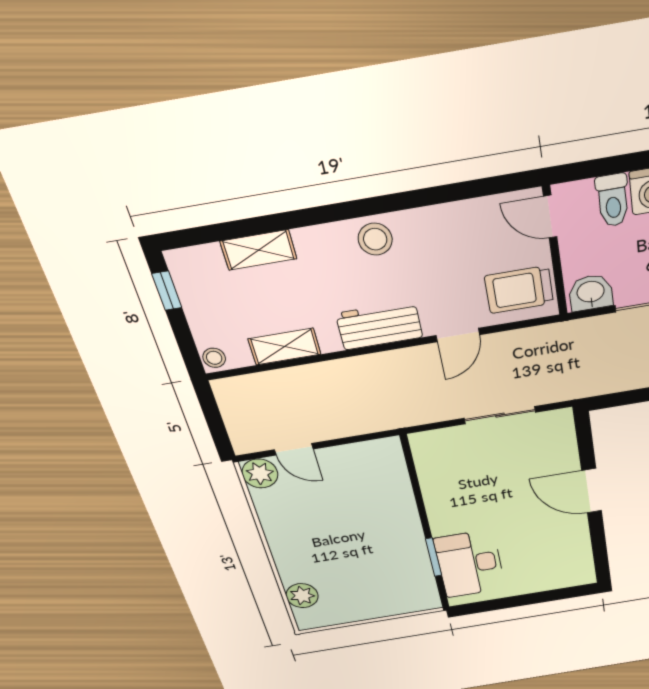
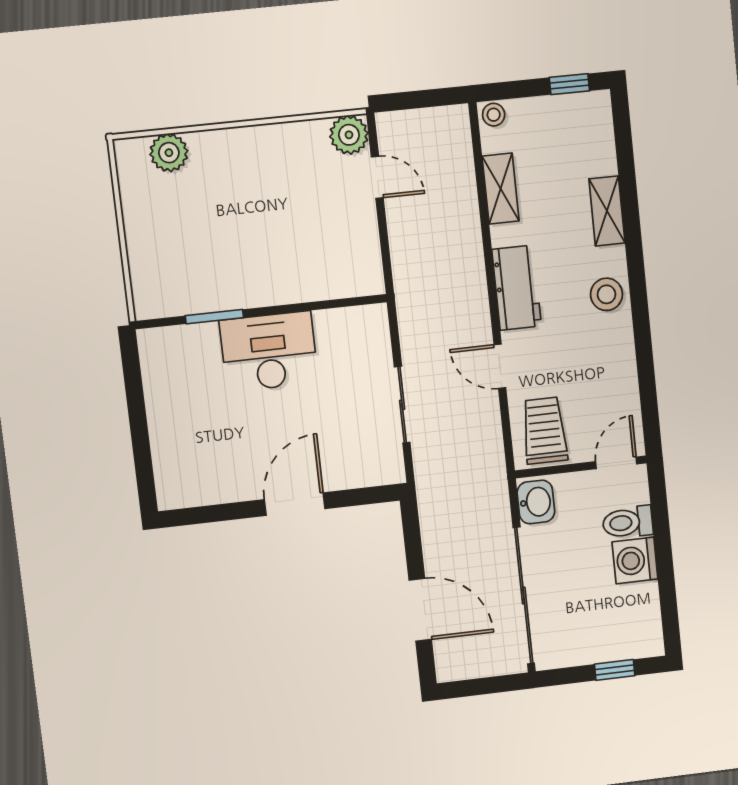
shelving: (258, 250) -> (607, 211), moved
door: (294, 449) -> (377, 177), swing flipped
desk: (470, 564) -> (269, 351), moved

